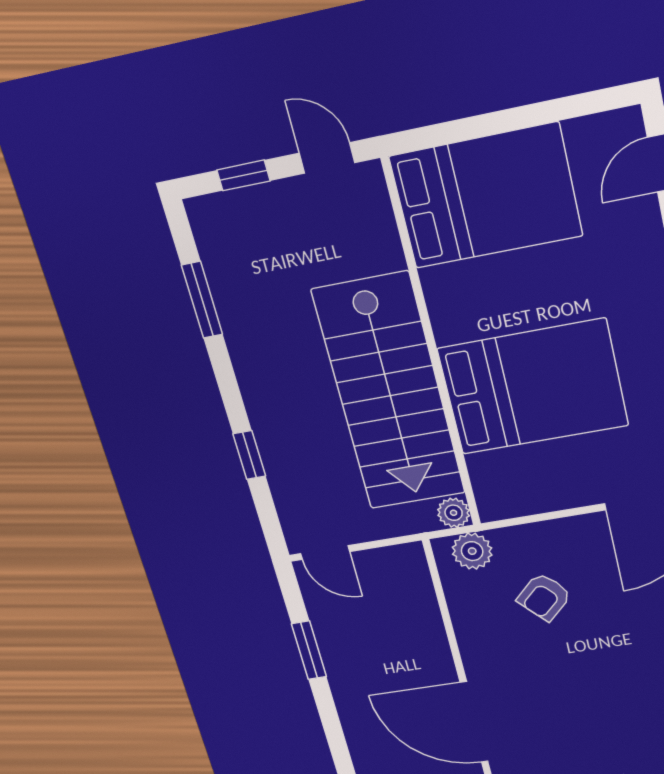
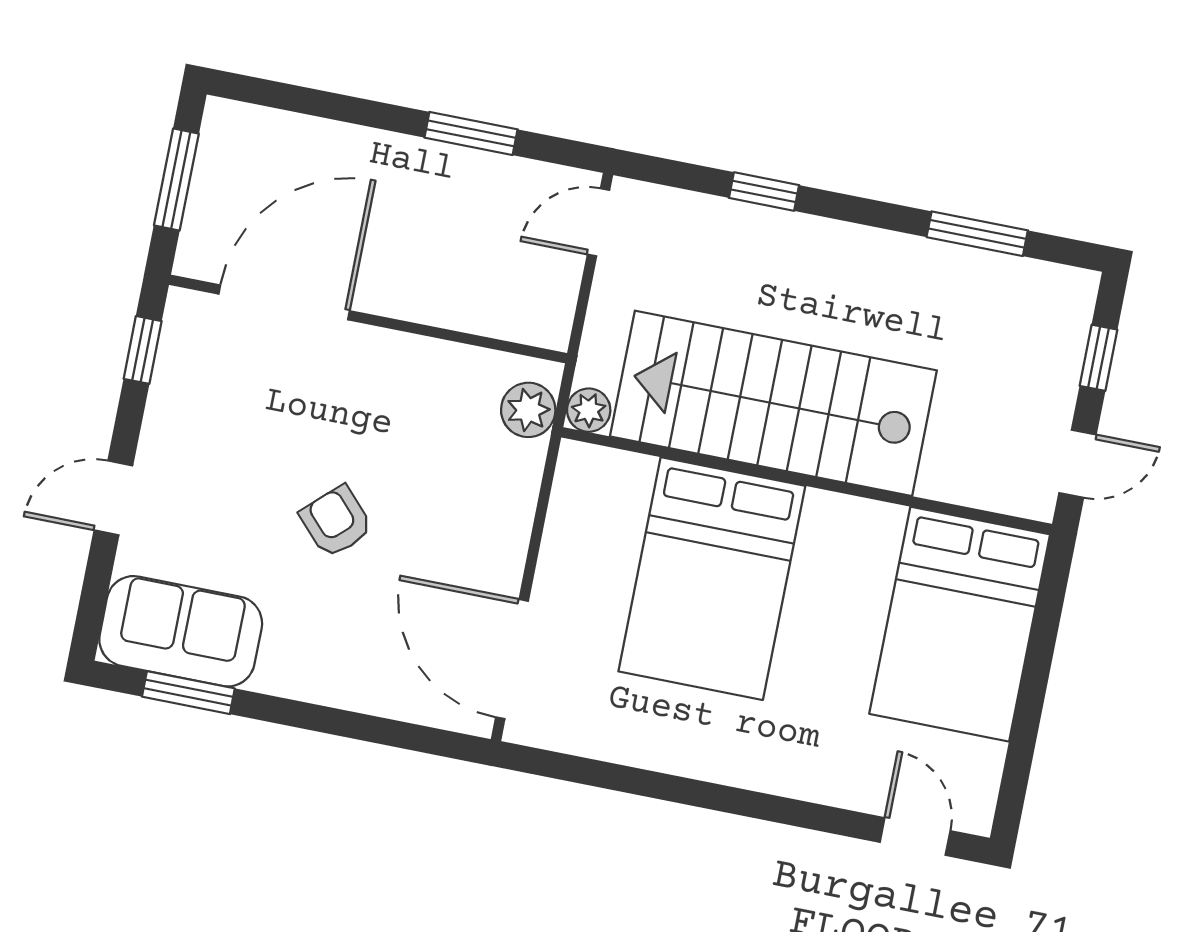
armchair: (544, 597) -> (336, 522), moved

